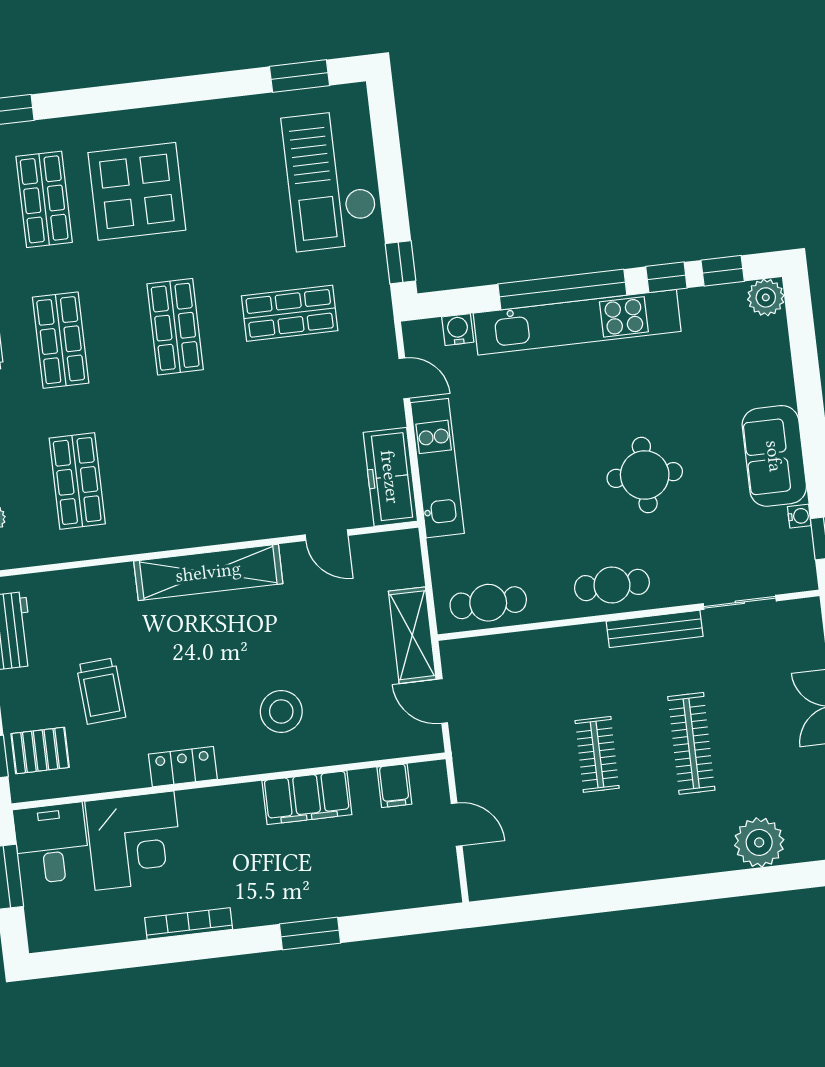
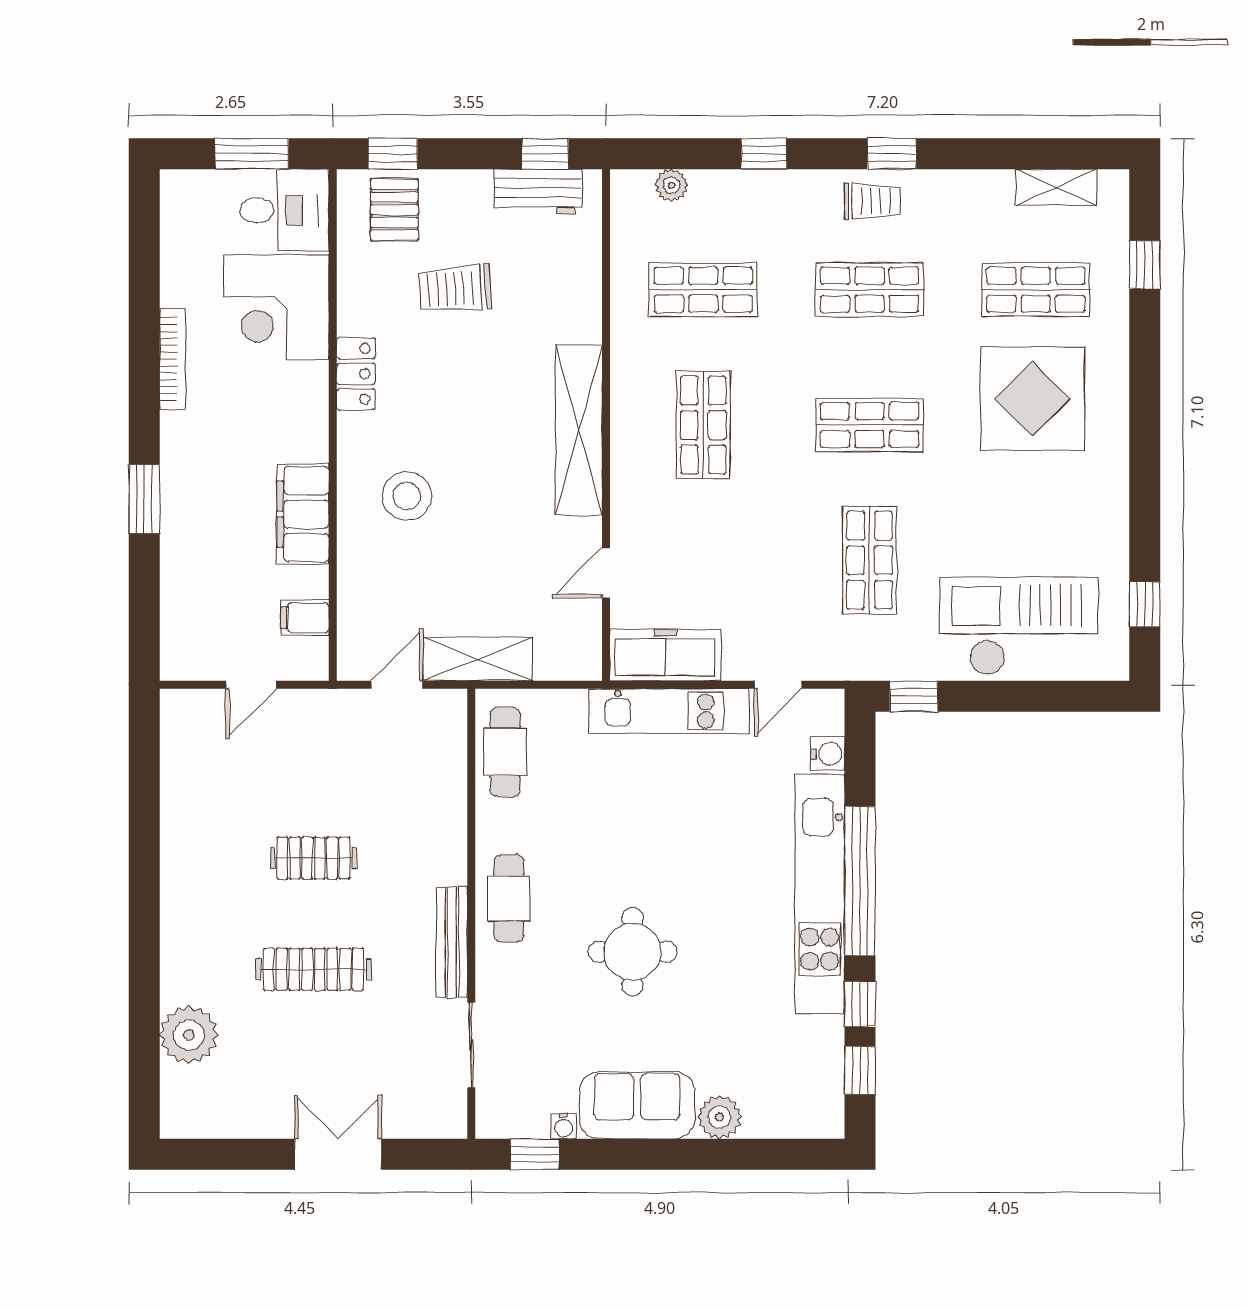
window: (300, 76) -> (1145, 604), width x0.67
plant: (766, 297) -> (720, 1117), moved
shop shelf: (192, 468) -> (703, 425), added

